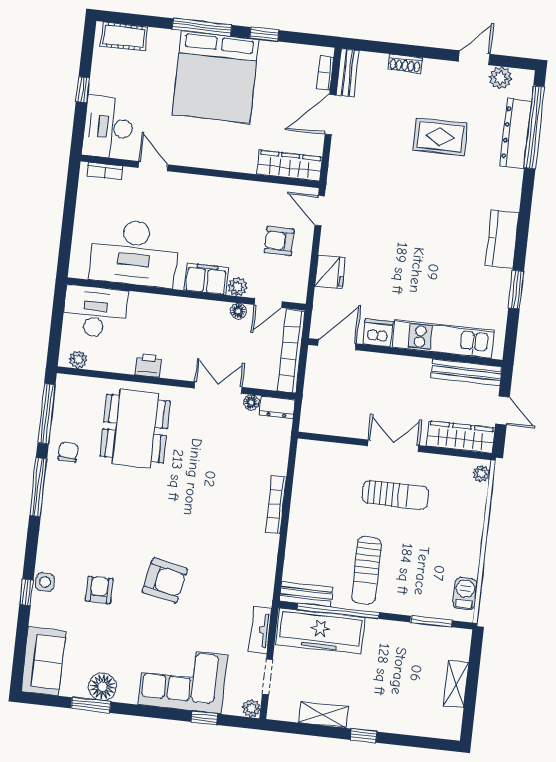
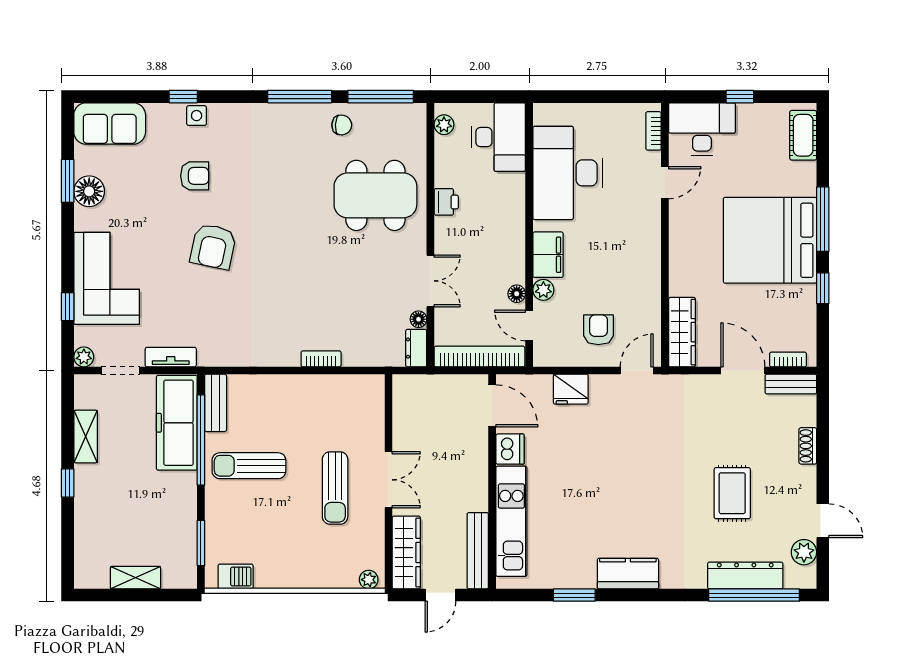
bookcase: (276, 504) -> (321, 359), width x0.64

